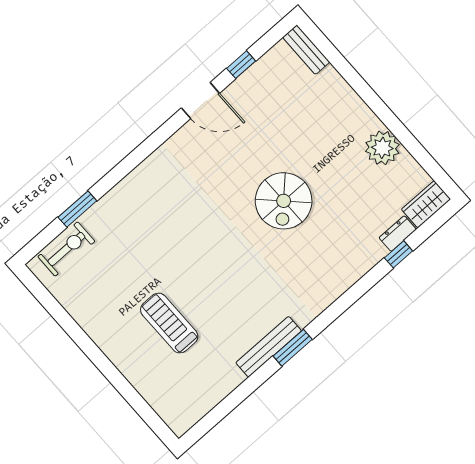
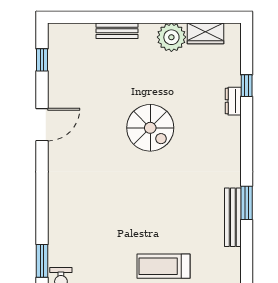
bench: (306, 50) -> (117, 31), moved
window: (241, 65) -> (42, 60), moved
wardrobe: (426, 204) -> (206, 33), moved, turned -90
dresser: (398, 234) -> (233, 101), moved

